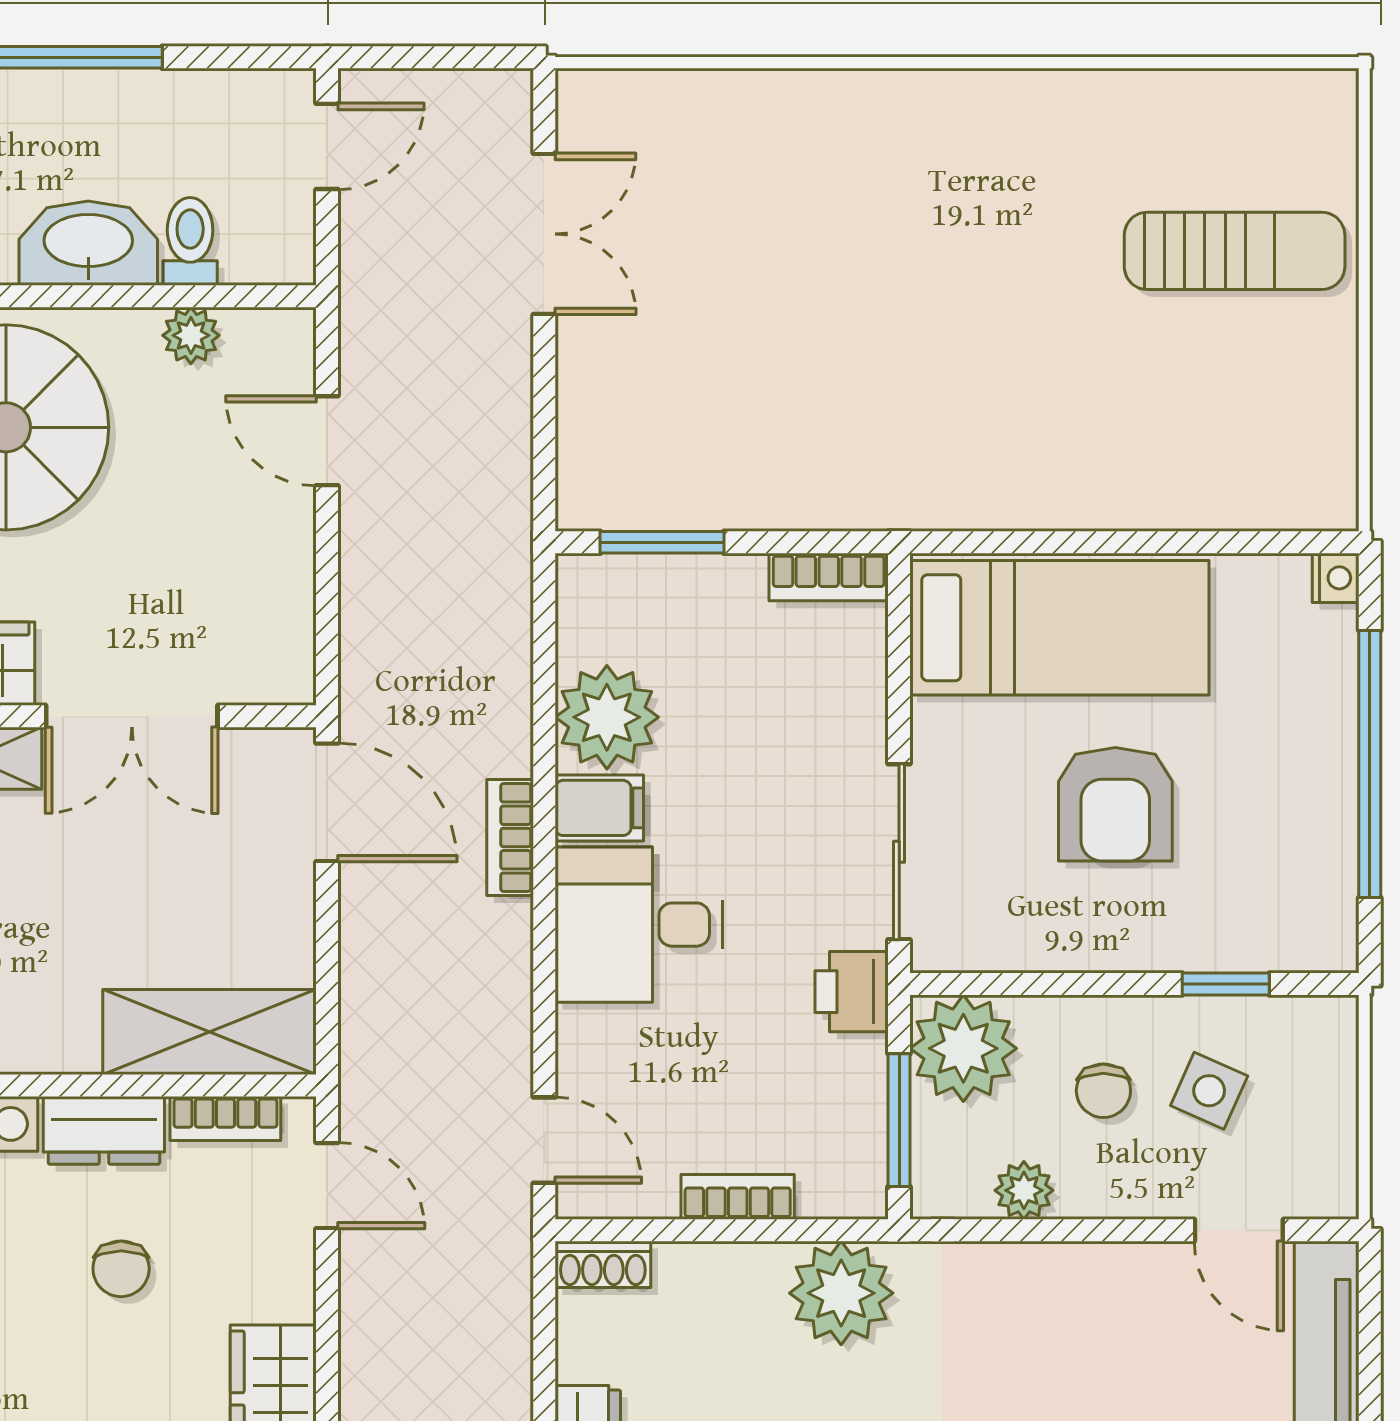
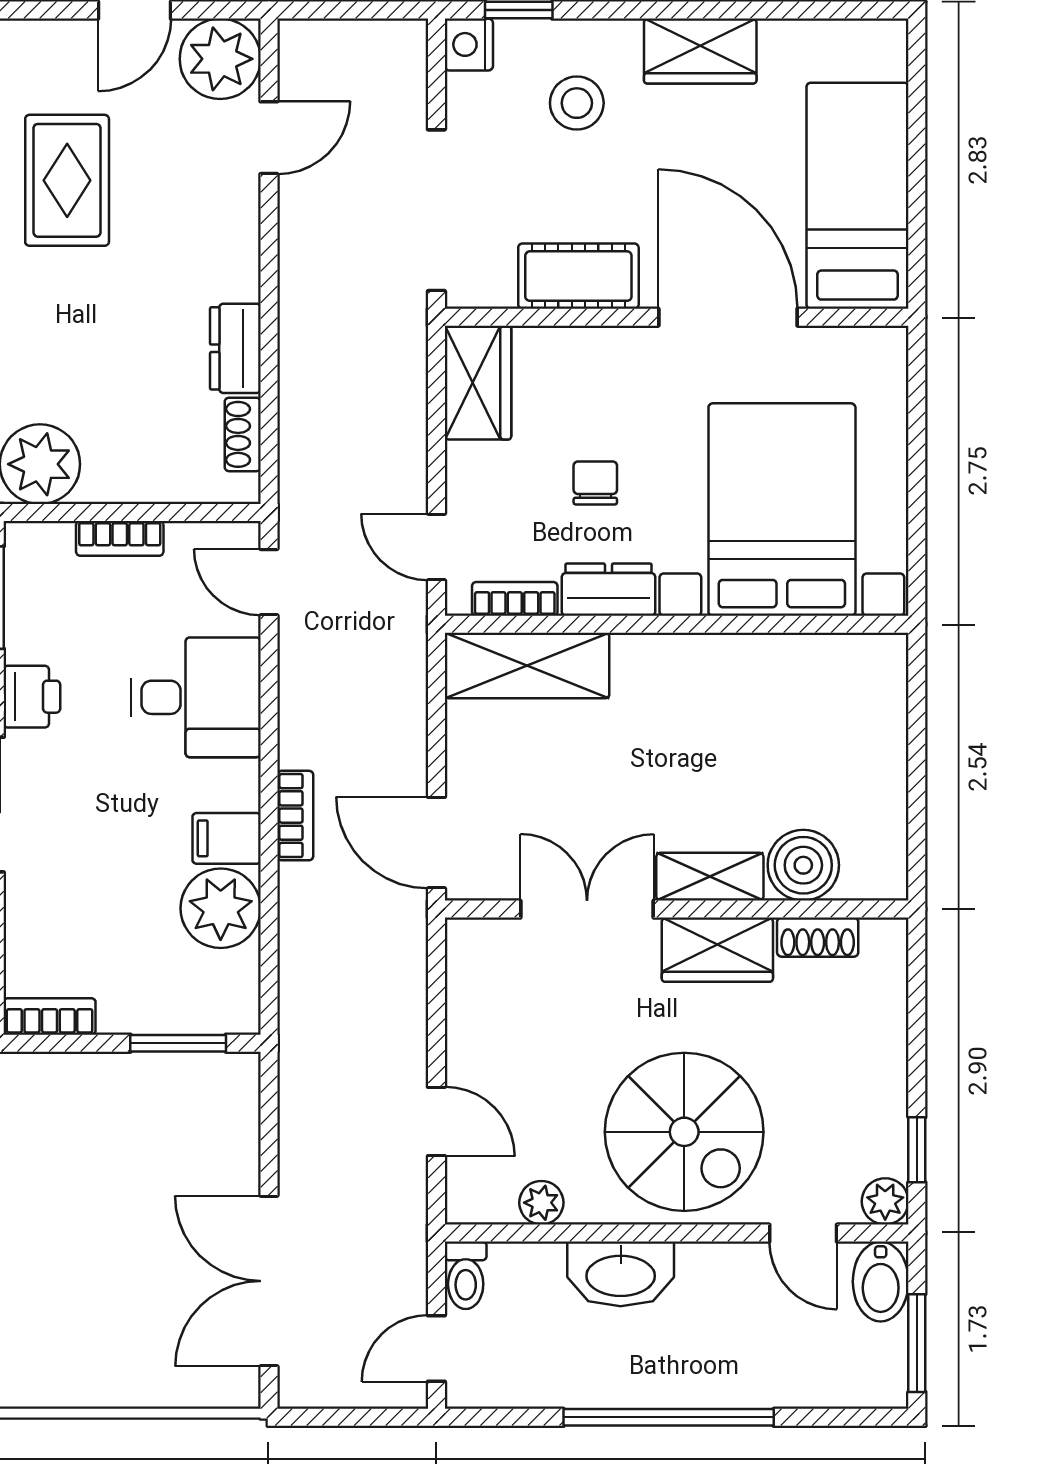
double door: (544, 234) -> (269, 1281), width x1.37
toilet: (190, 241) -> (466, 1275), moved
desk: (639, 925) -> (196, 697), moved
shoe rack: (603, 1264) -> (243, 434), moved, turned -90

